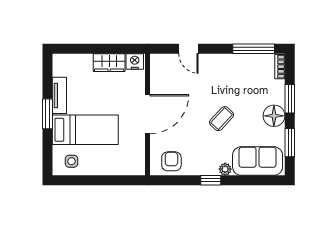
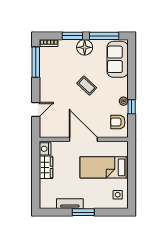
bed: (85, 130) -> (104, 167), moved, turned -90
window: (290, 143) -> (104, 36), width x1.44
plant: (225, 169) -> (123, 101), moved
window: (211, 180) -> (132, 107), moved

